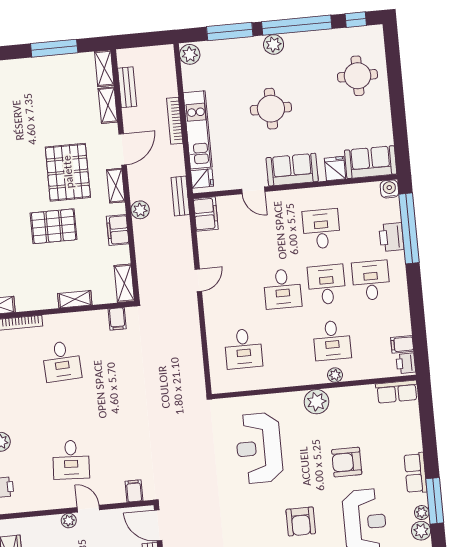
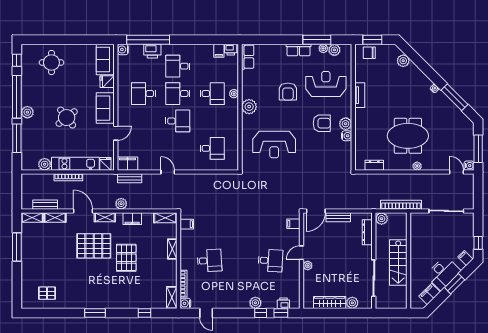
plant: (190, 54) -> (45, 164), moved
round table: (271, 109) -> (67, 118), turned -38
bench: (180, 196) -> (130, 178), moved

